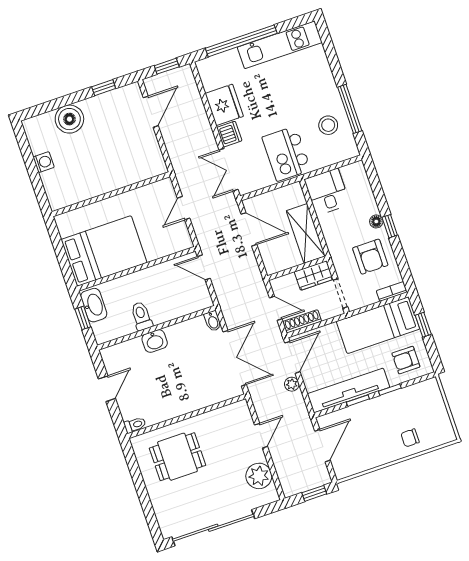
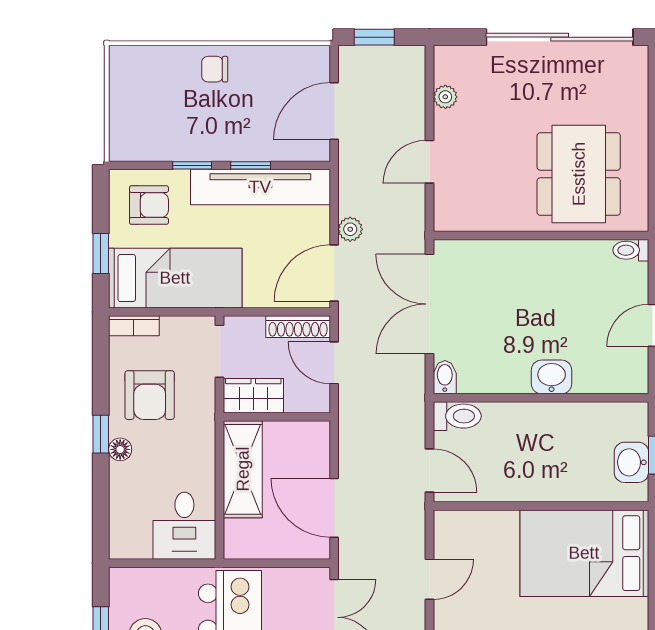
armchair: (370, 257) -> (150, 395), turned 180
washbasin: (94, 305) -> (631, 462), width x0.72
toilet: (141, 316) -> (457, 416), moved, turned -90
chair: (410, 438) -> (215, 69), moved, turned 180
dining table: (177, 457) -> (579, 174), width x1.37
plant: (259, 476) -> (445, 97), width x0.53, depth x0.53

